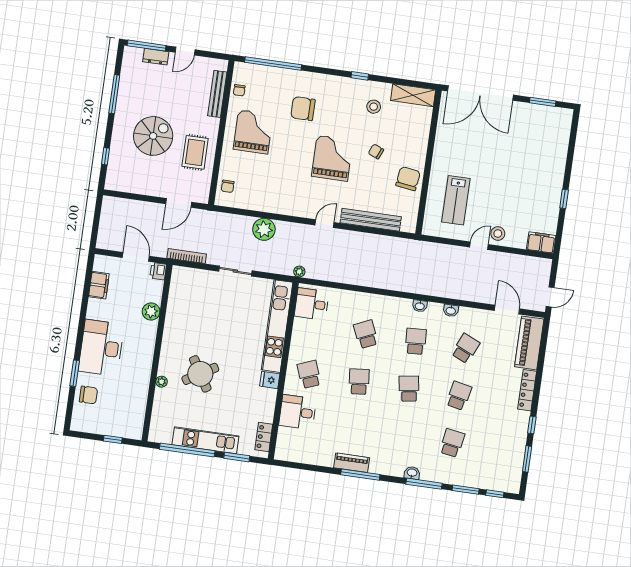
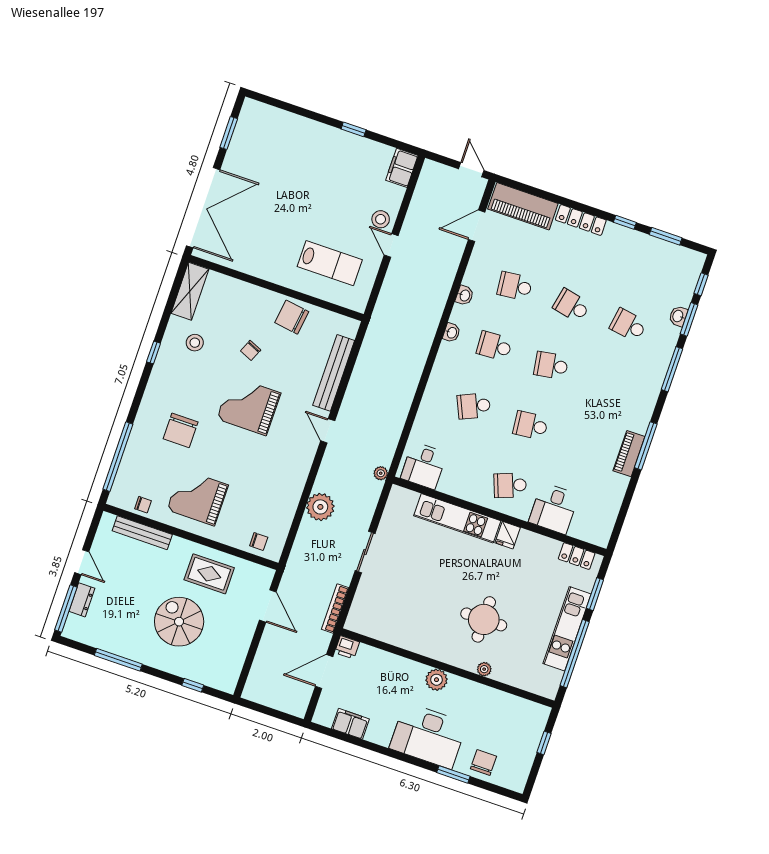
plant: (151, 312) -> (436, 680), moved
kitchen unit: (277, 326) -> (457, 518), width x0.73
school desk: (466, 348) -> (515, 286), turned -30
round table: (200, 374) -> (484, 619), turned 31
washbasin: (412, 473) -> (678, 316), moved

